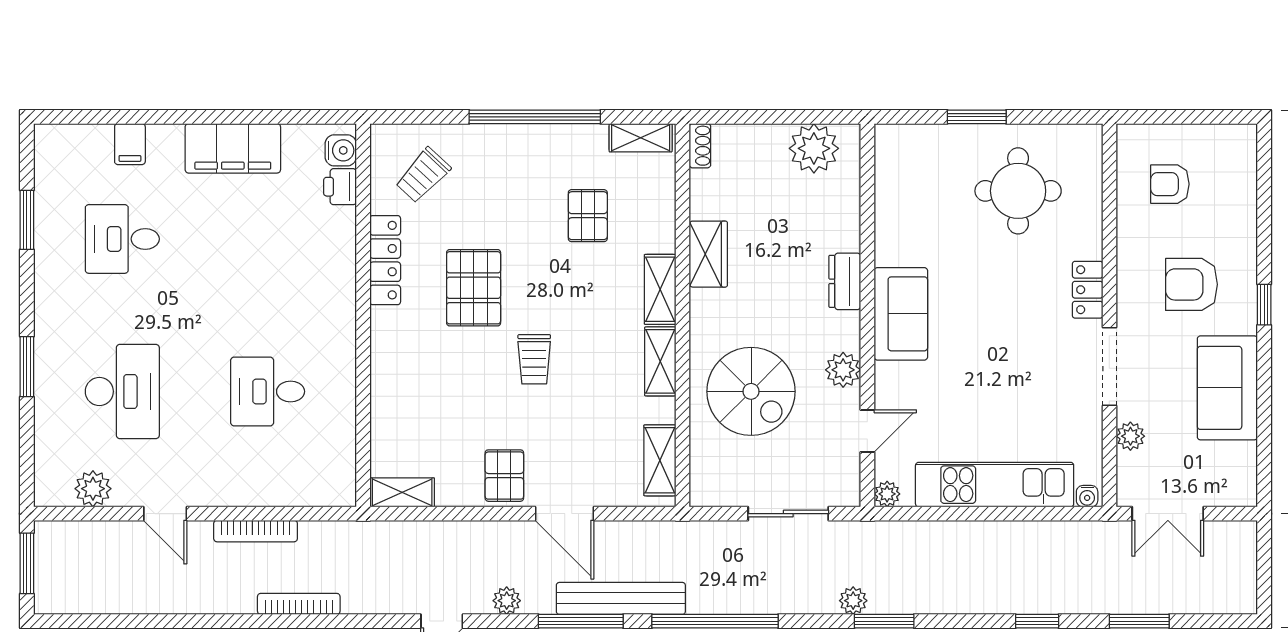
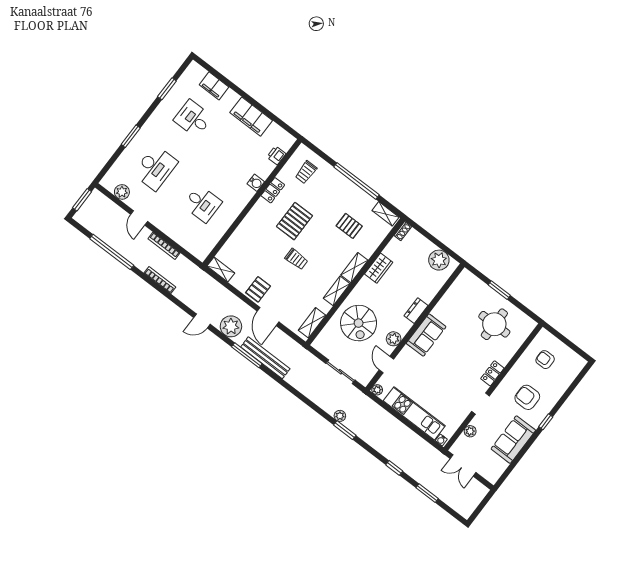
filing cabinet: (130, 144) -> (214, 86), width x2.00
water cooler: (341, 150) -> (256, 183), moved
trolley: (423, 175) -> (306, 172), turned -43
pallet: (588, 216) -> (349, 226), turned 90
locker: (385, 260) -> (273, 190), width x0.66
trolley: (534, 359) -> (296, 259), turned -90
doorway: (1109, 367) -> (480, 404), width x0.73
desk: (268, 391) -> (202, 204), turned 180
door: (867, 431) -> (386, 365), swing flipped
plant: (507, 601) -> (231, 326), width x1.88, depth x1.88
window: (715, 621) -> (112, 252), moved

